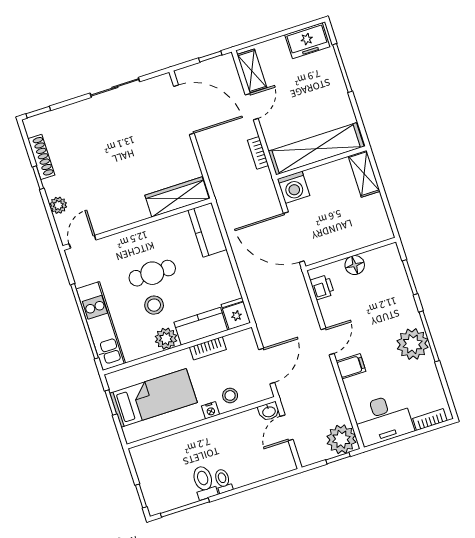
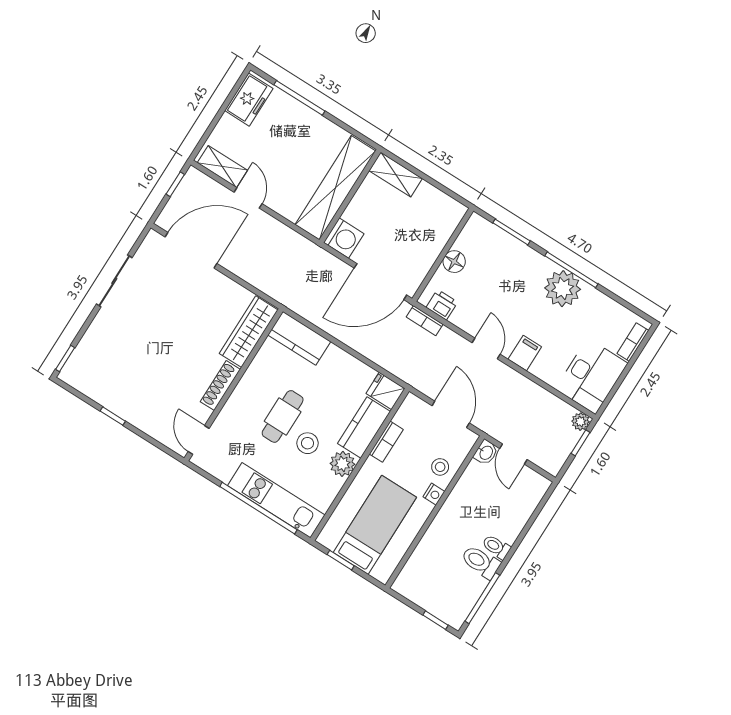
bookcase: (258, 153) -> (425, 321), moved
shoe rack: (41, 157) -> (220, 386), moved, turned -90
plant: (58, 205) -> (151, 426), removed
plant: (341, 439) -> (581, 422), width x0.53, depth x0.53

